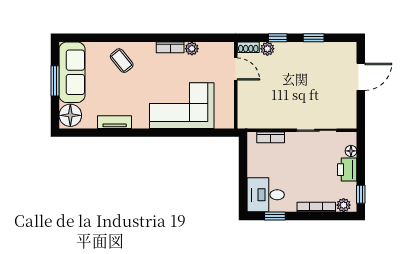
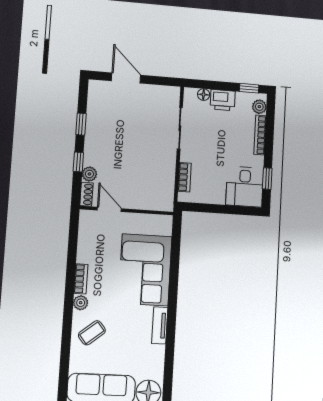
plant: (192, 49) -> (81, 303), moved
door: (236, 69) -> (109, 209), hinge flipped
tv unit: (115, 122) -> (160, 325), moved

